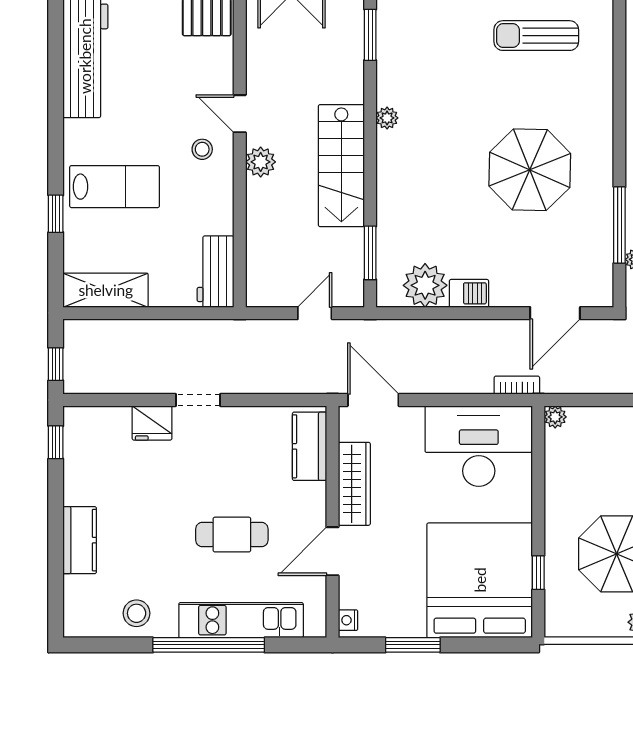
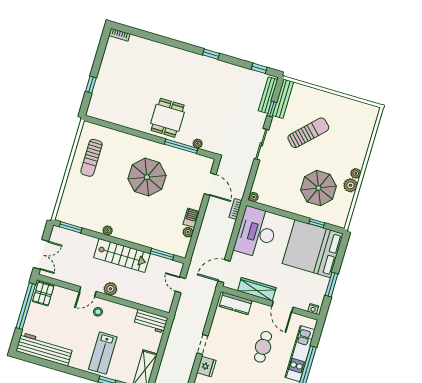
lab bench: (115, 187) -> (103, 353), turned 180
plant: (425, 285) -> (188, 232), width x0.53, depth x0.53

